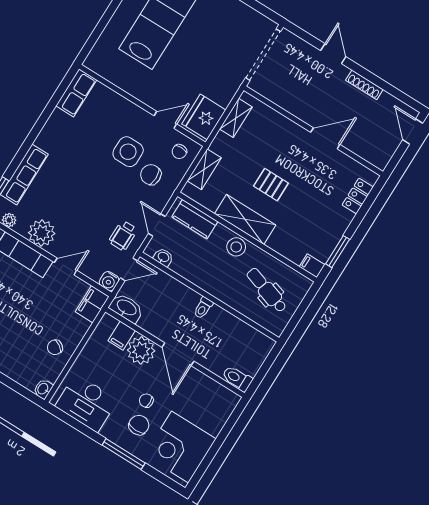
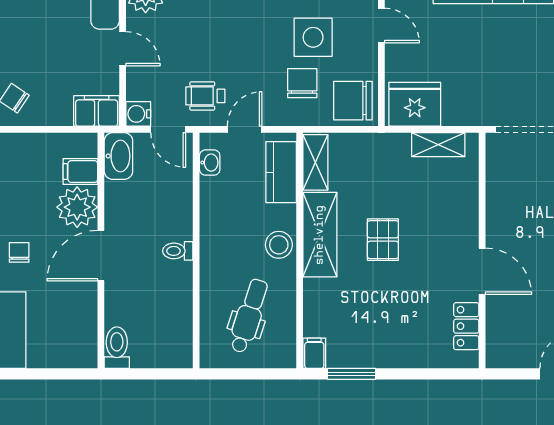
door: (165, 120) -> (381, 26), moved
chair: (179, 152) -> (353, 101), width x1.87, depth x1.87
shelving: (204, 169) -> (315, 162), moved, turned 90
locker: (358, 196) -> (466, 326), moved, turned -90

